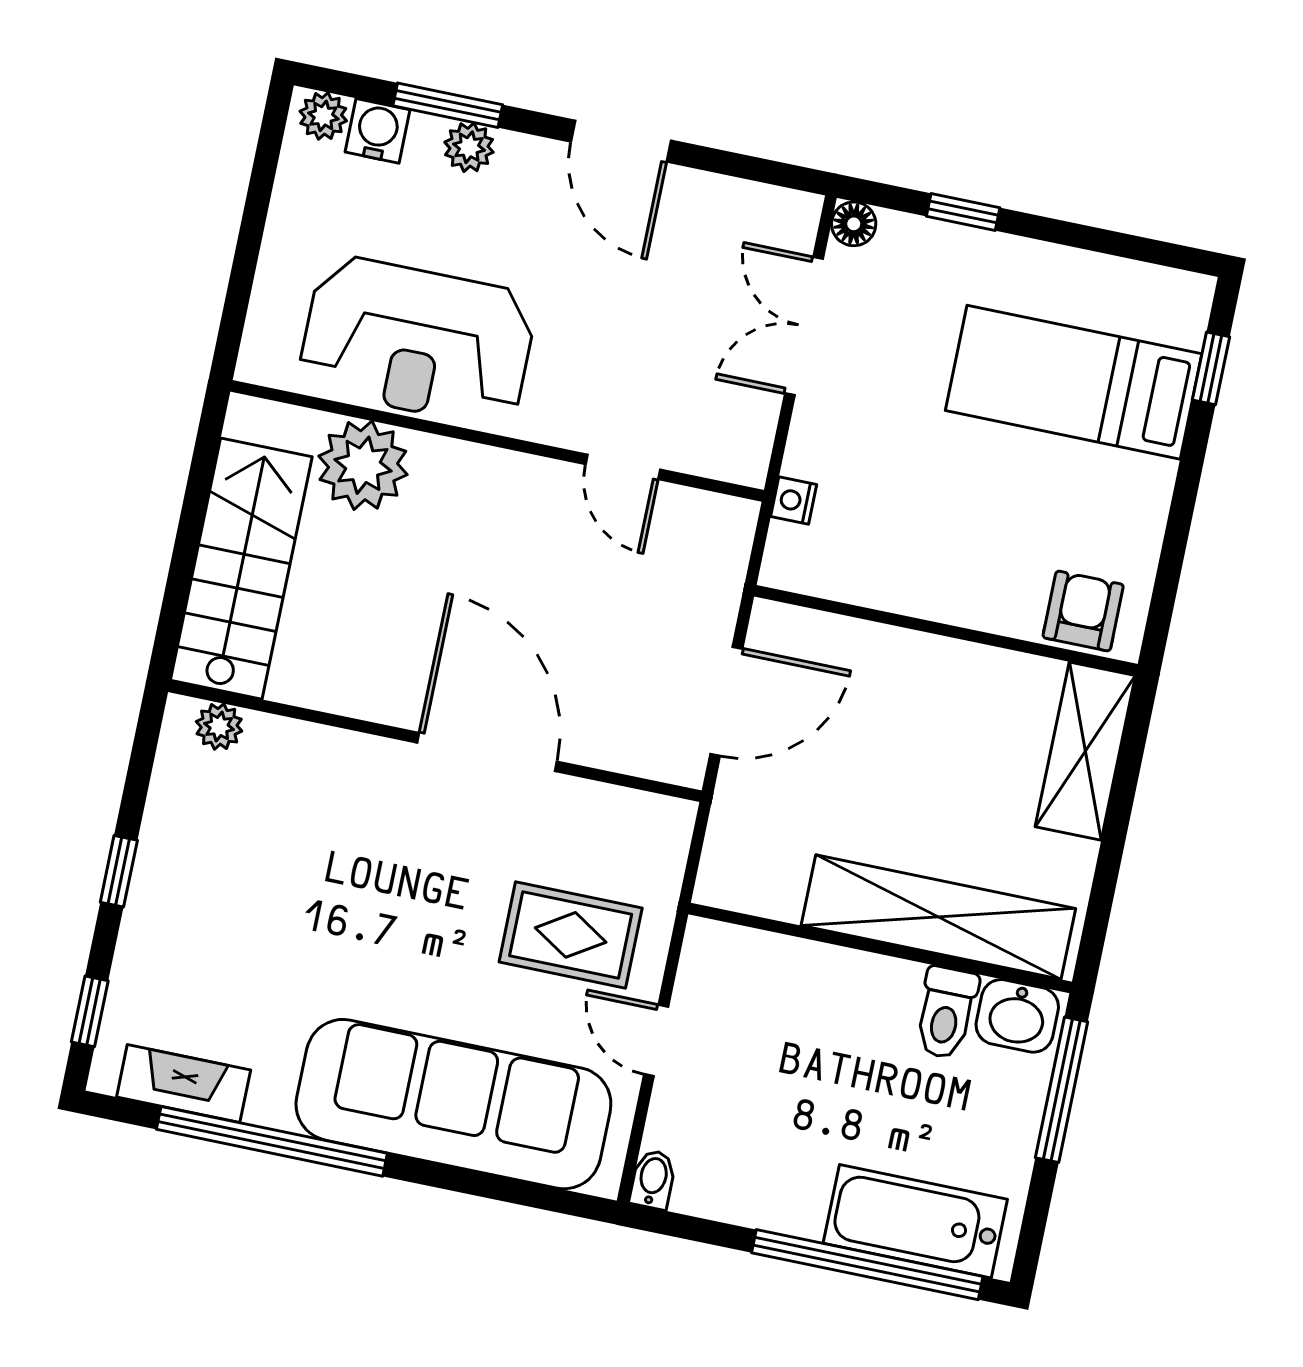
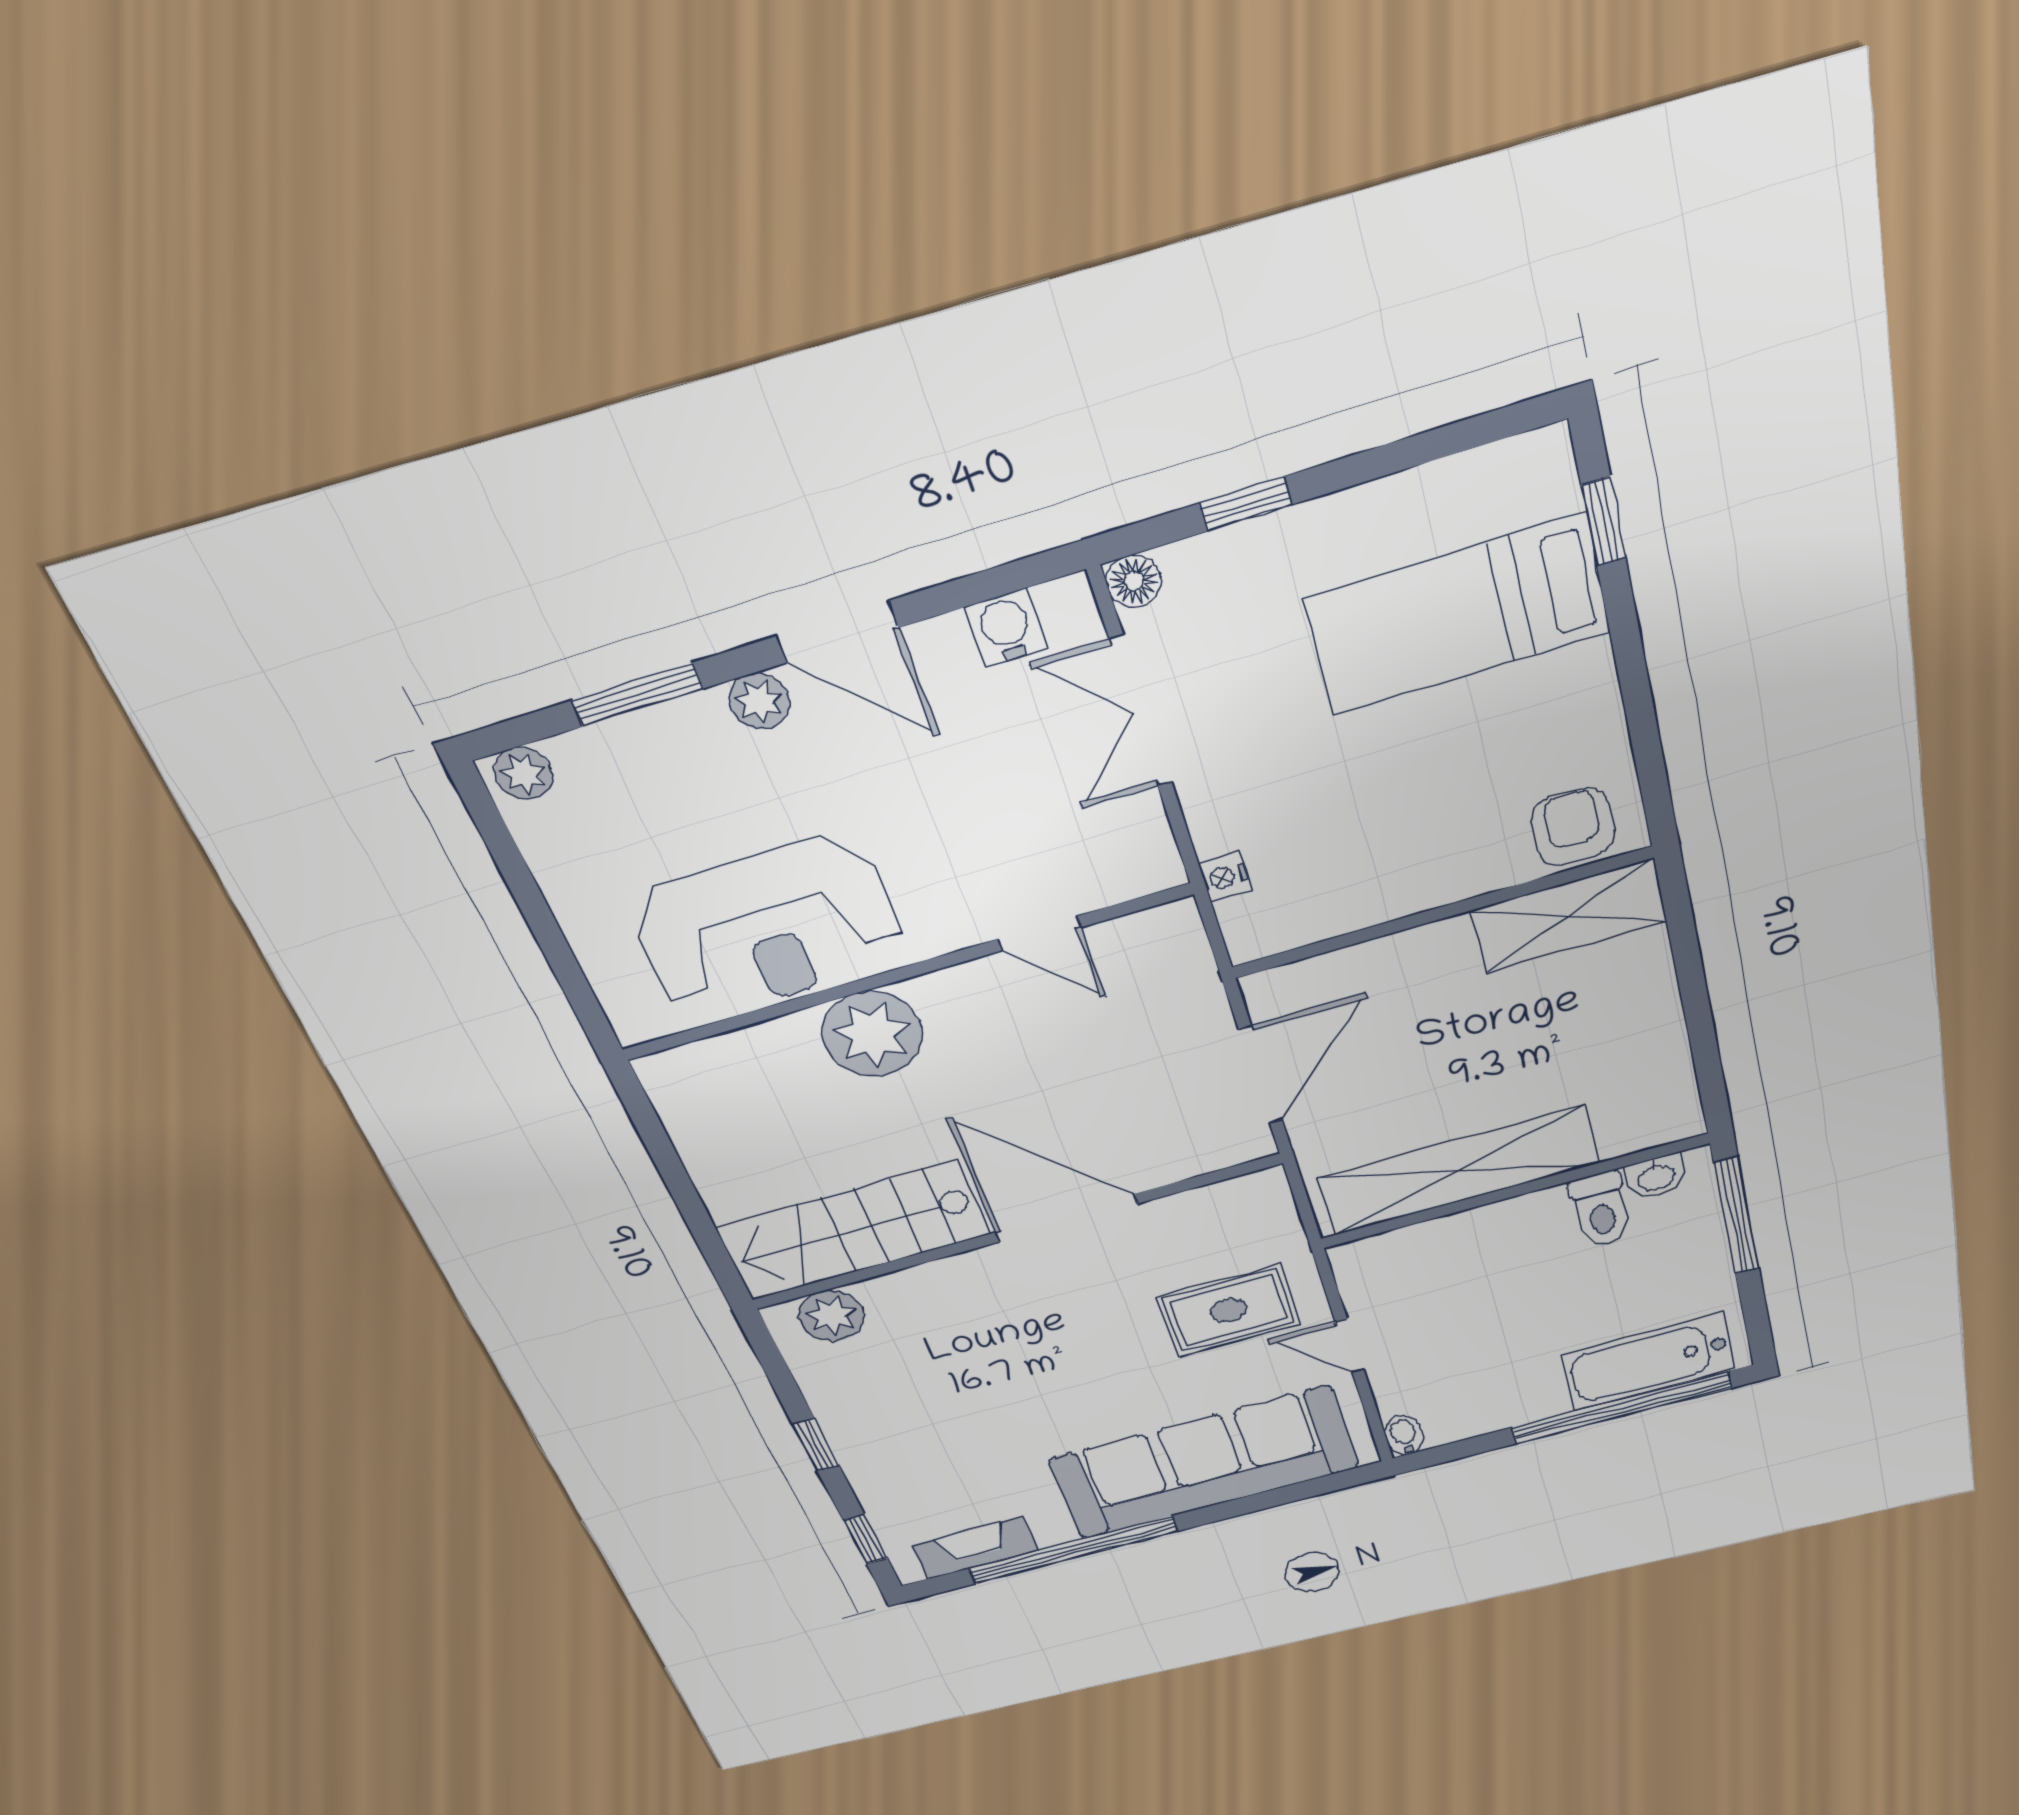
water cooler: (378, 131) -> (1006, 628), moved
plant: (469, 147) -> (759, 701), moved
plant: (363, 465) -> (872, 1034), moved
stairs: (241, 569) -> (853, 1231), moved, turned -90
plant: (219, 726) -> (831, 1316), width x1.38, depth x1.38
shelving: (1085, 751) -> (1569, 916), moved, turned 90
shelving: (938, 917) -> (1458, 1171), moved
washbasin: (1017, 1016) -> (1656, 1177), width x0.72, depth x0.69

